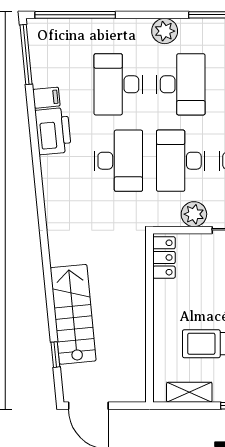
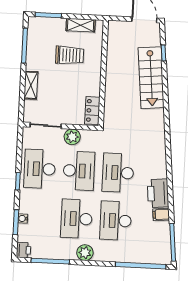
desk: (118, 84) -> (116, 221), turned 180

